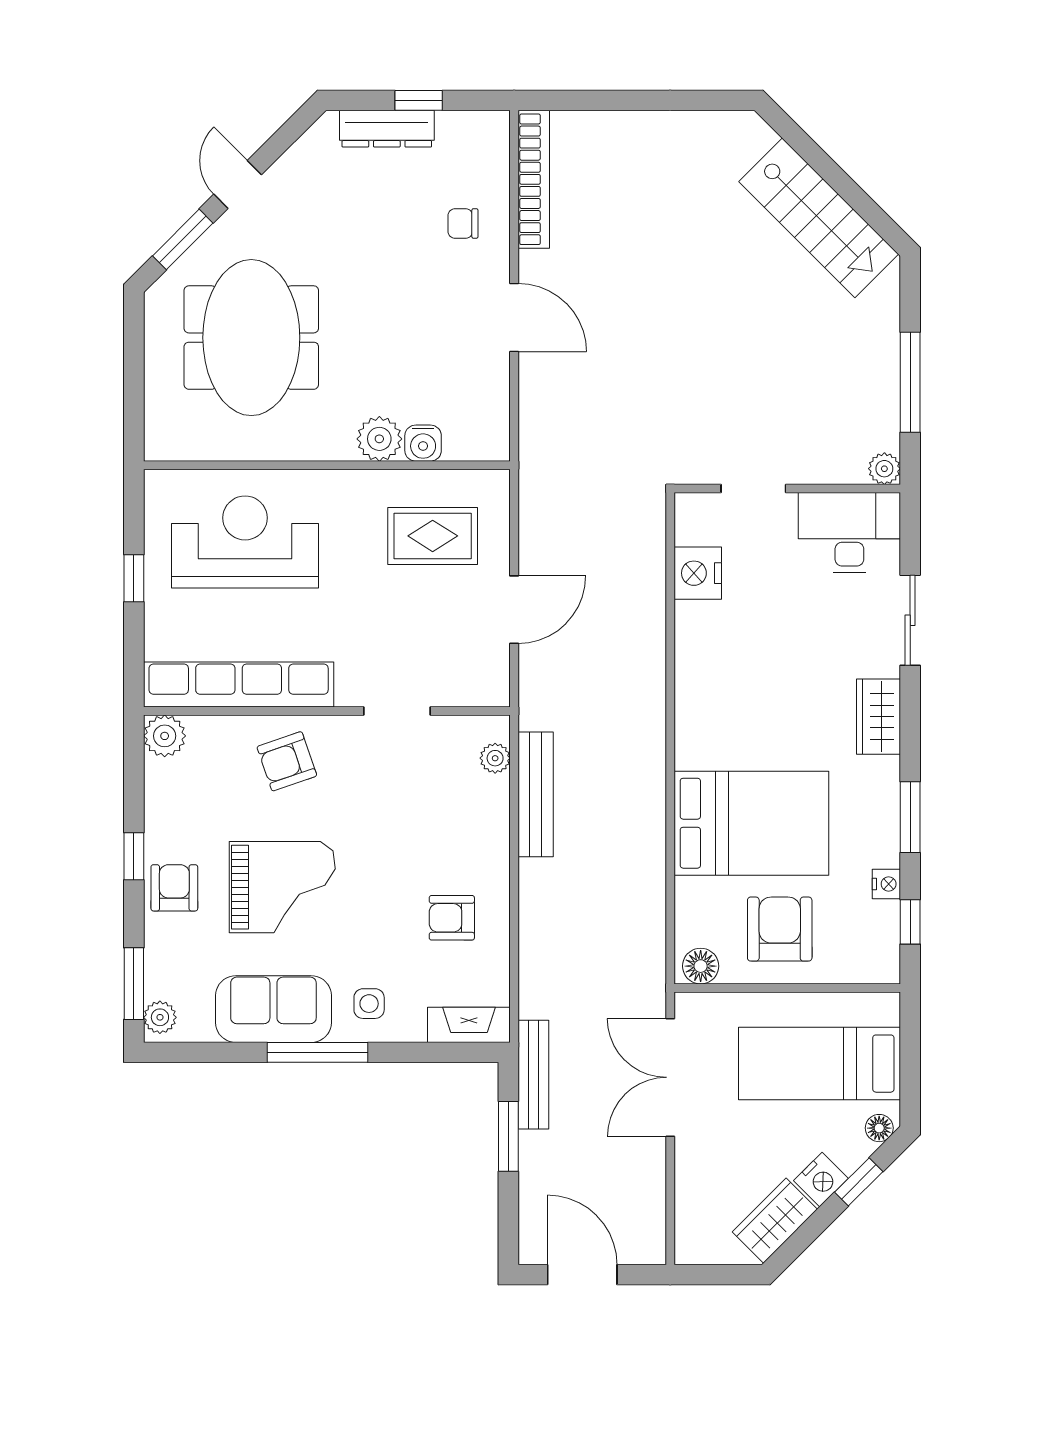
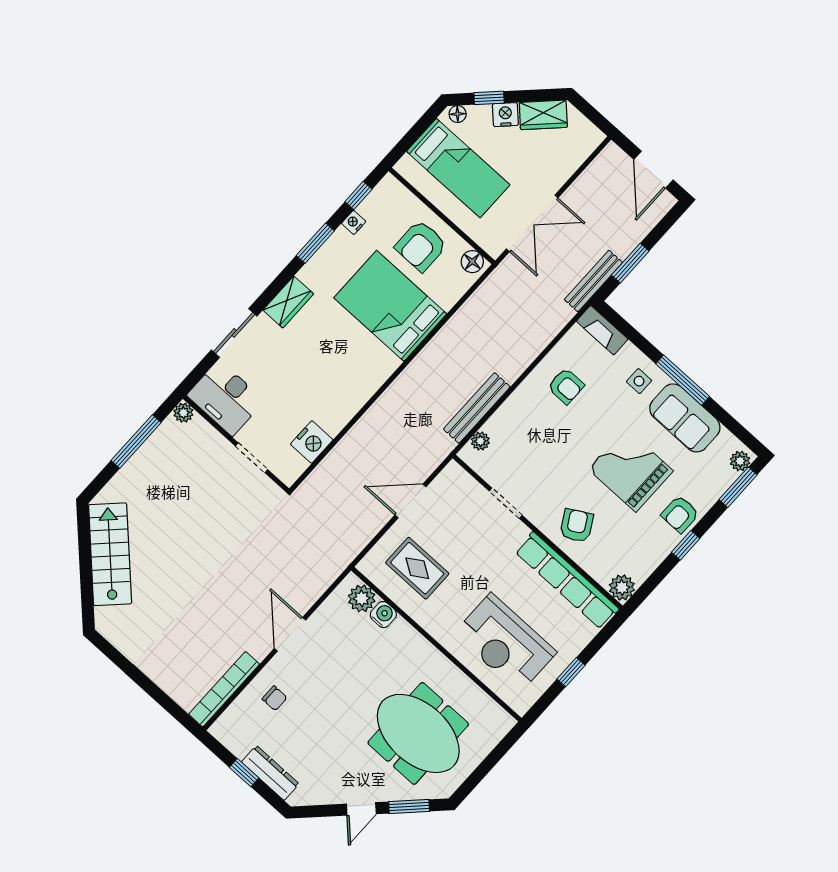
meeting table: (251, 338) -> (418, 733), turned 90
plant: (379, 439) -> (362, 598), moved
armchair: (287, 761) -> (577, 526), turned -101

